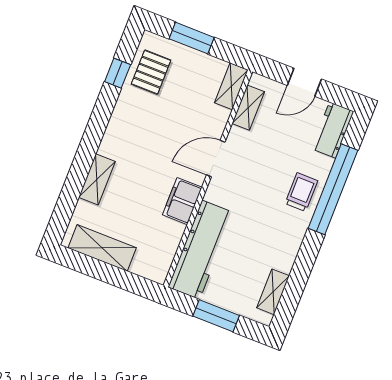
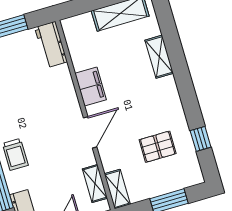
pallet: (151, 72) -> (158, 147), moved, turned 90
workbench: (201, 250) -> (51, 45), width x0.53, depth x0.76

